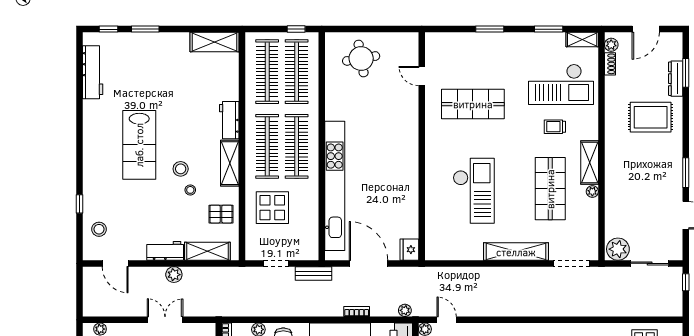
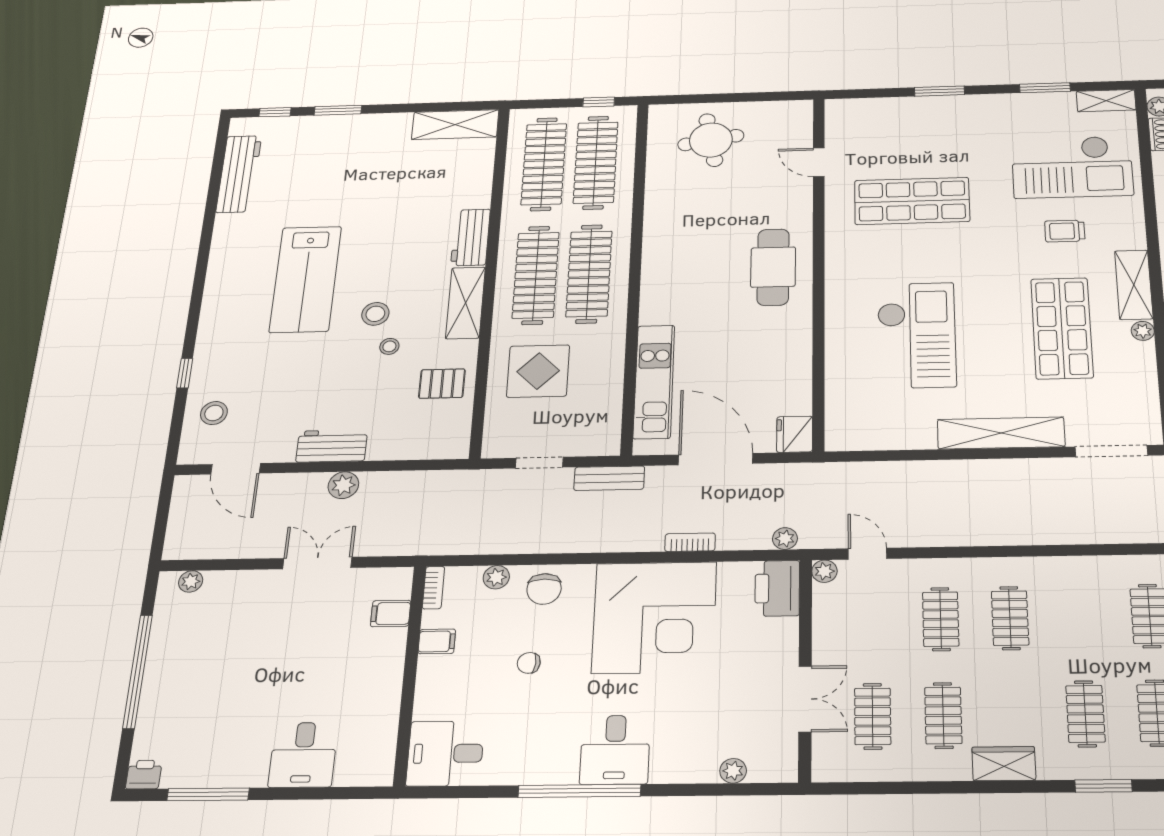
cafe table: (397, 145) -> (773, 267), added
kitchen unit: (335, 186) -> (654, 382), width x0.54
shelving: (207, 251) -> (411, 445), removed

